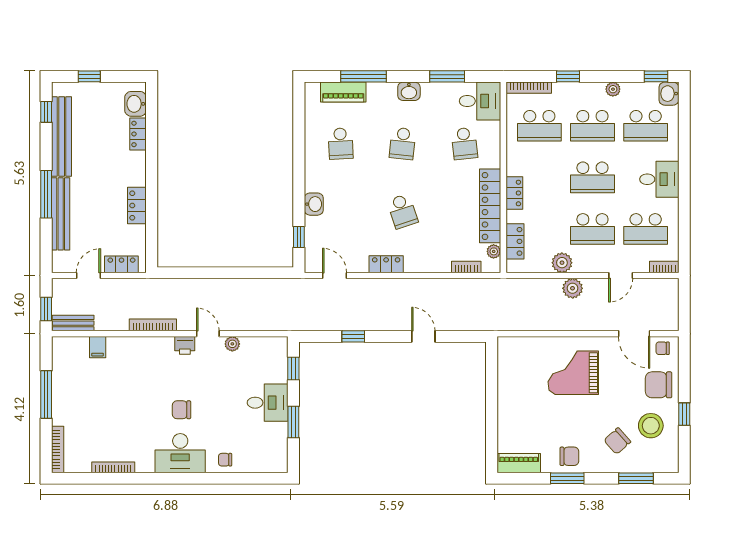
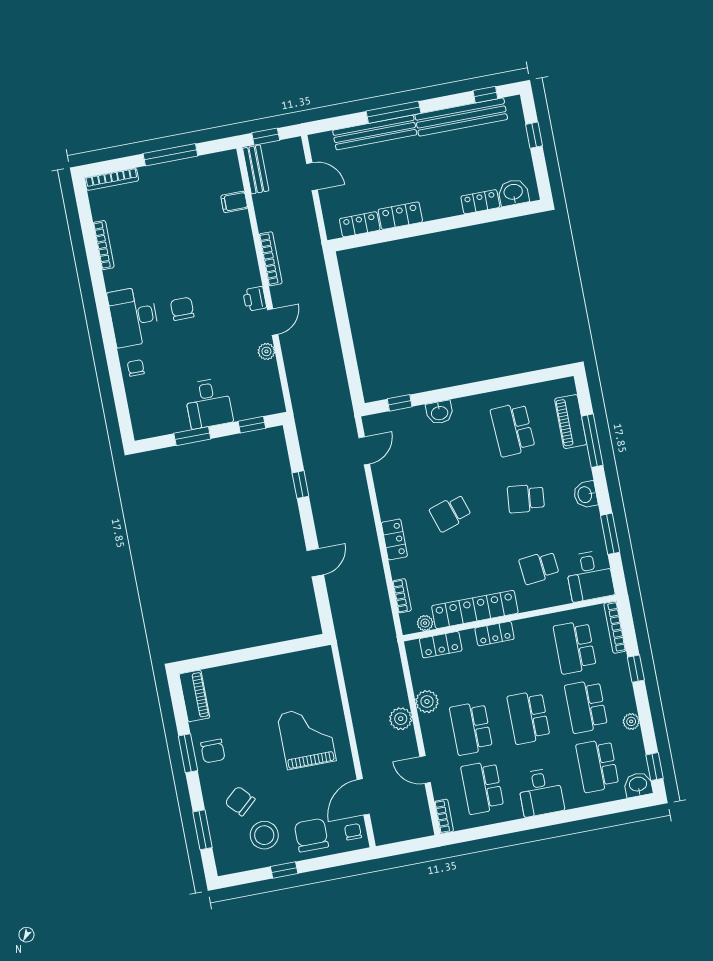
school desk: (341, 143) -> (513, 429), width x1.85
locker: (121, 264) -> (360, 224), moved, turned -90
locker: (386, 264) -> (394, 539), moved

